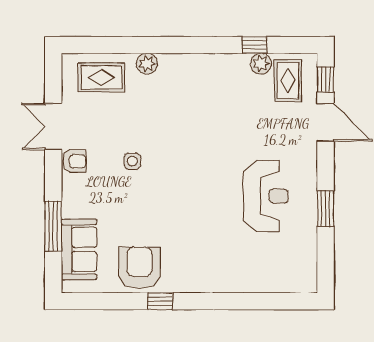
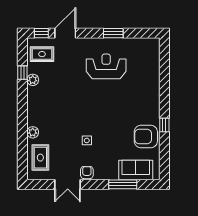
plant: (261, 64) -> (33, 80), moved

